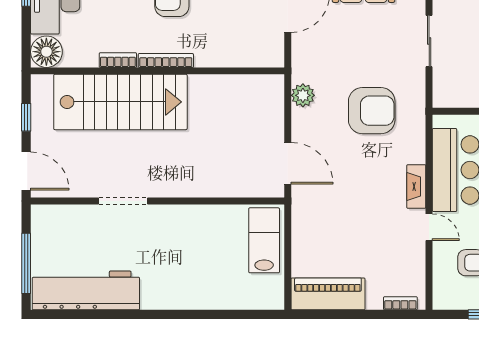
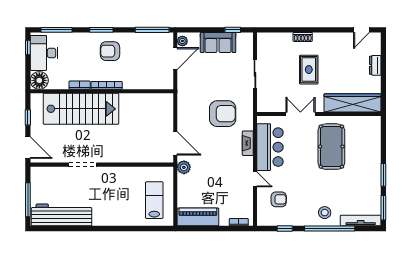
plant: (303, 95) -> (184, 167), moved
fireplace: (416, 186) -> (248, 143), moved
lab bench: (264, 240) -> (154, 200), moved

